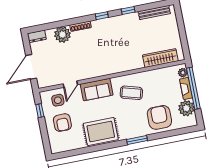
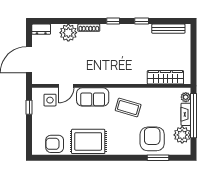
armchair: (62, 123) -> (55, 144), moved, turned 90
window: (137, 140) -> (158, 158), moved

